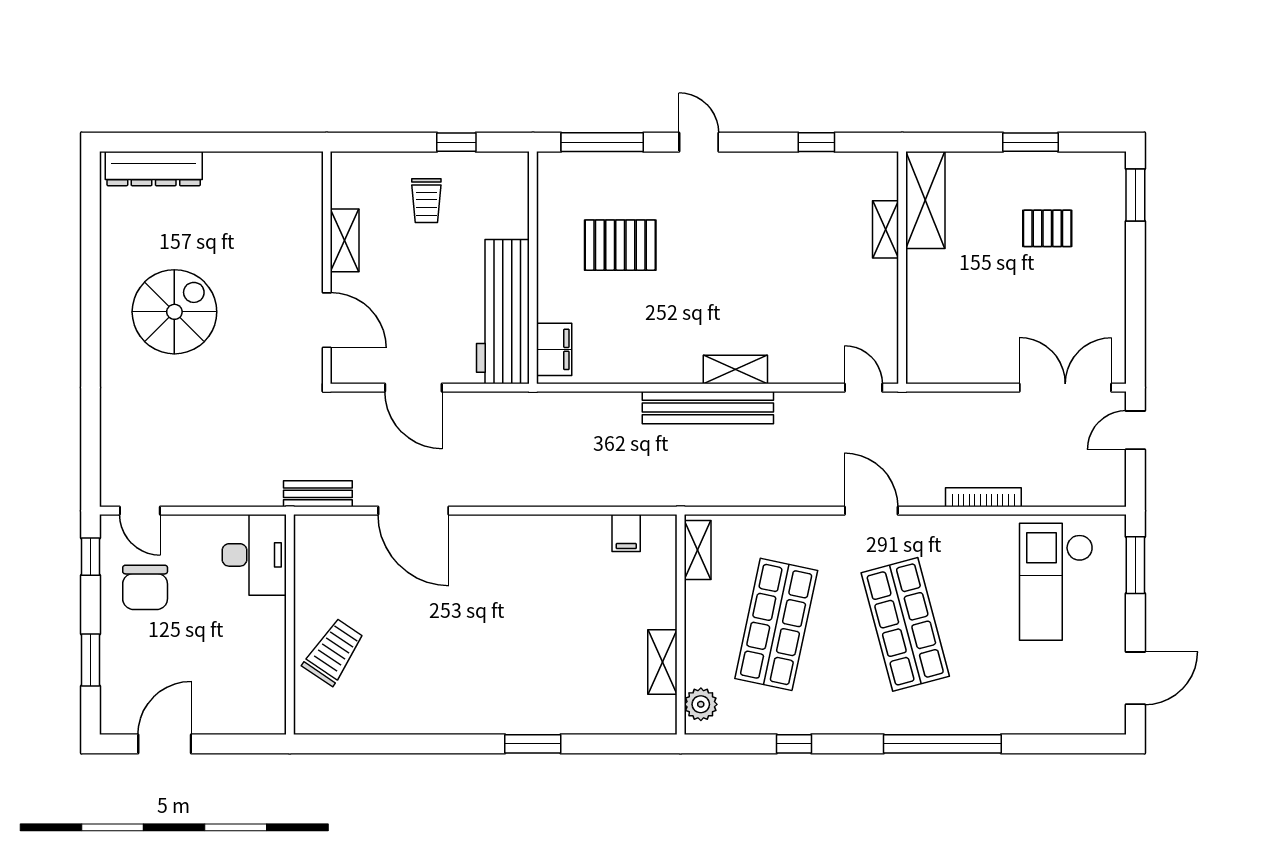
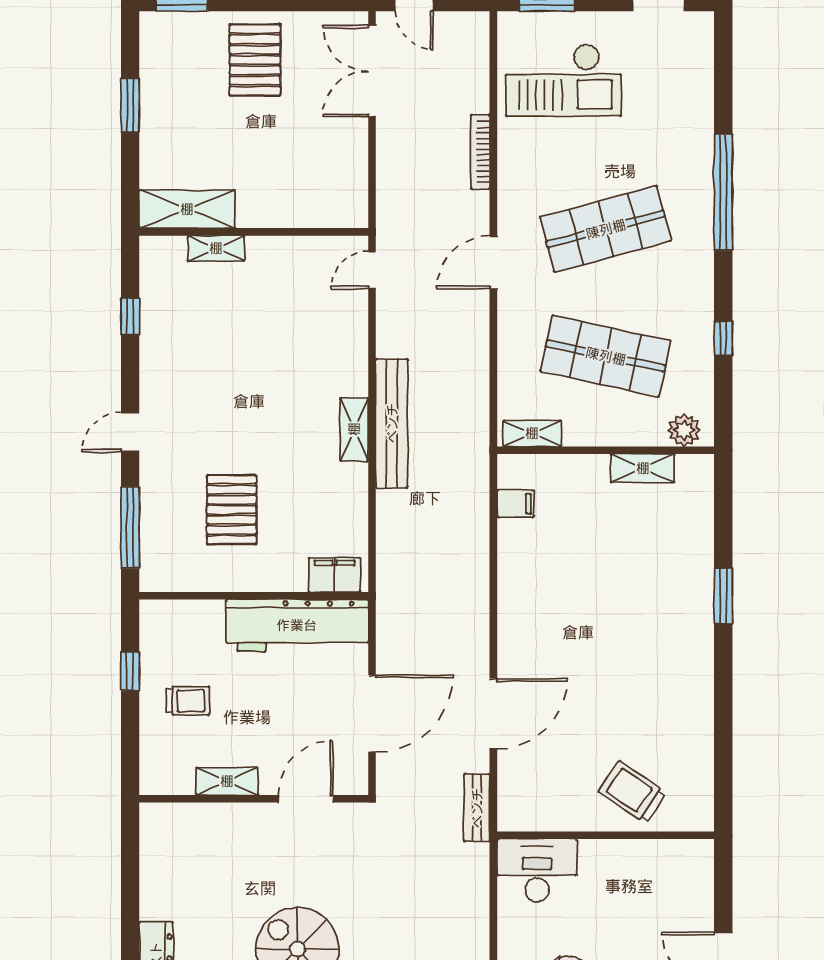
pallet: (1047, 228) -> (255, 60), moved, width x1.50, depth x1.42
shelving: (735, 369) -> (354, 429), moved
door: (413, 388) -> (372, 714), width x1.36

